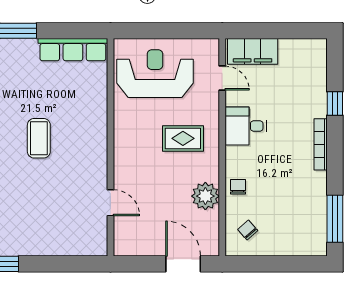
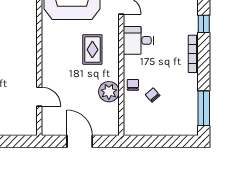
rug: (183, 138) -> (92, 50), turned 90
chair: (248, 230) -> (153, 95), moved
door: (183, 264) -> (80, 141), moved

